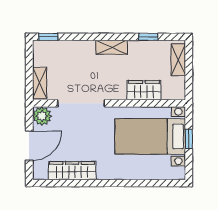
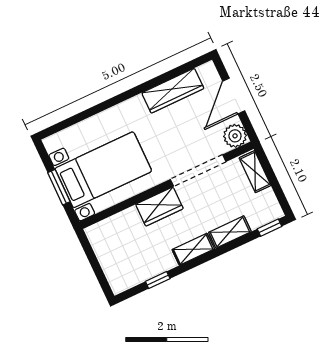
shelving: (178, 60) -> (230, 232), moved, turned 90
wardrobe: (144, 90) -> (159, 206), moved
window: (189, 139) -> (59, 187), width x1.50

